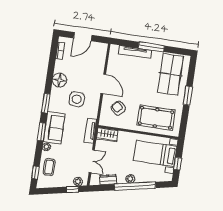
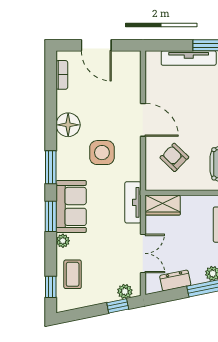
door: (83, 37) -> (96, 45), hinge flipped

